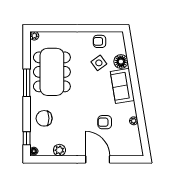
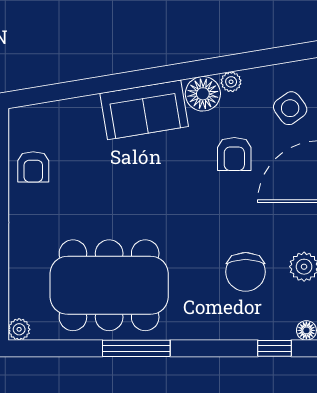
floor lamp: (121, 62) -> (203, 94), moved
side table: (99, 63) -> (290, 108), moved
chair: (44, 118) -> (246, 272), moved

